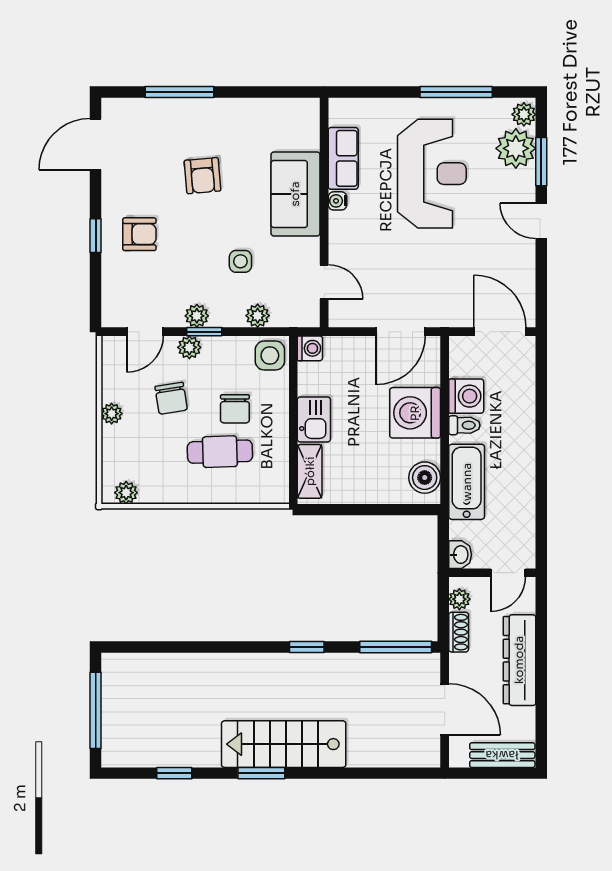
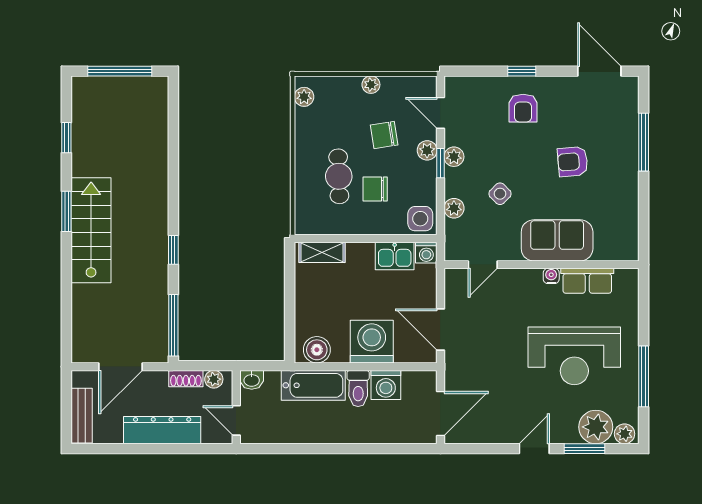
side table: (240, 261) -> (500, 194), turned 45
kitchen sink: (314, 419) -> (395, 256), moved
toilet: (464, 425) -> (358, 388), width x1.37, depth x1.39

